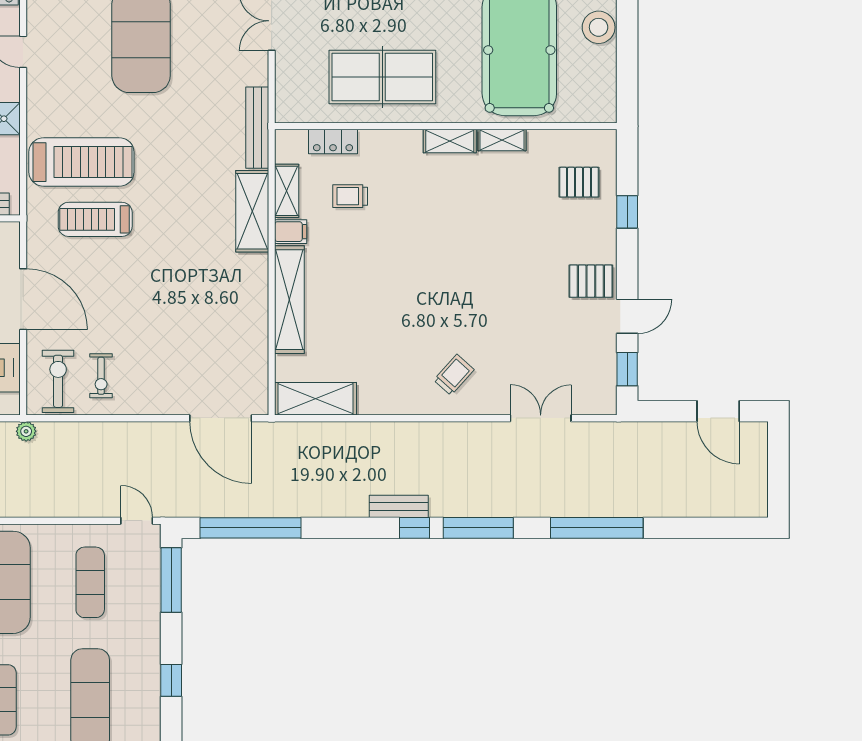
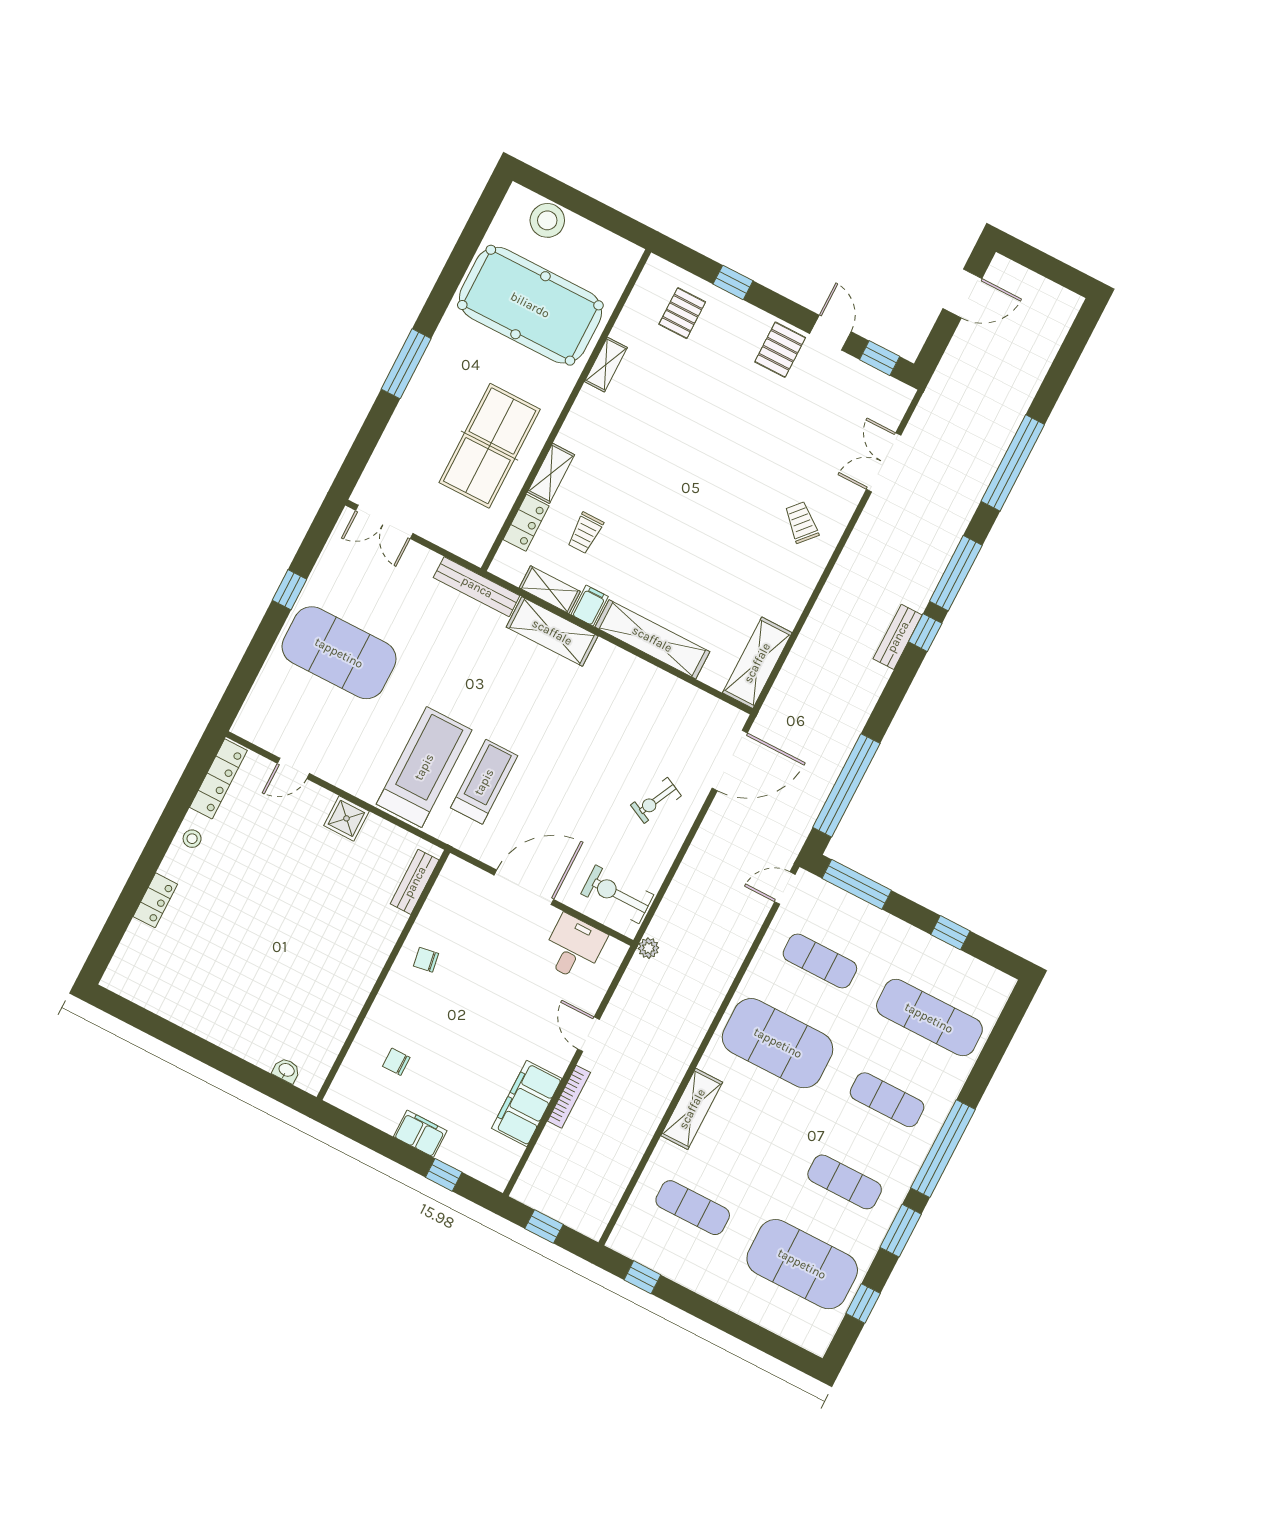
shelving: (450, 141) -> (551, 473), moved
treadmill: (95, 219) -> (484, 782), turned 180
exercise bike: (101, 376) -> (656, 800), moved, turned 116

